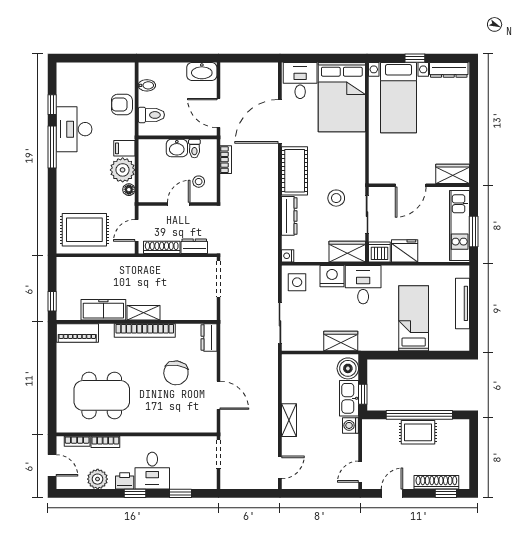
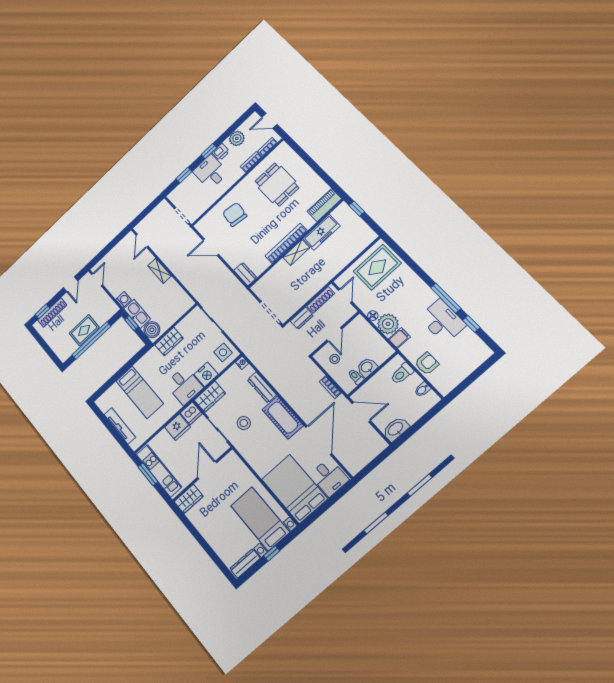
chair: (176, 373) -> (235, 214), moved
dining table: (102, 395) -> (277, 184), width x0.73

